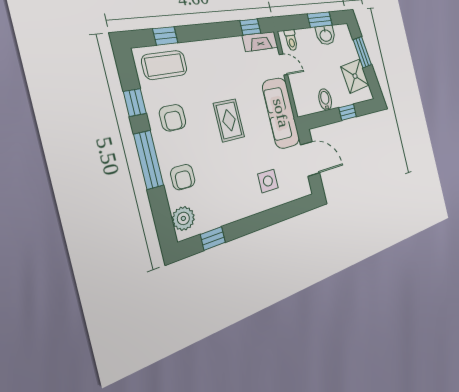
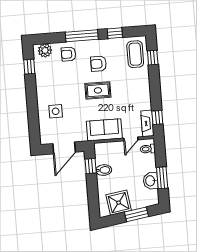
window: (348, 112) -> (91, 166), moved
sofa: (281, 113) -> (104, 130), width x0.73
armchair: (173, 118) -> (99, 64), moved

